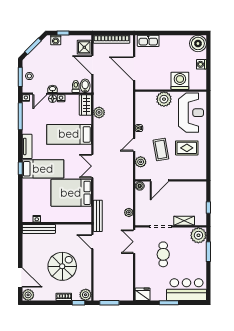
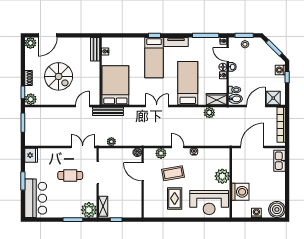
bed: (71, 193) -> (115, 85), moved
shelving: (184, 221) -> (103, 206), moved
bench: (39, 229) -> (95, 49), width x0.73

